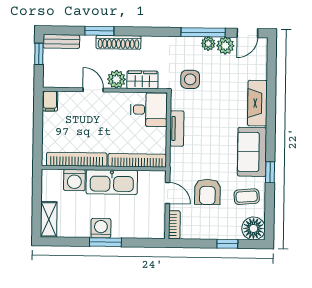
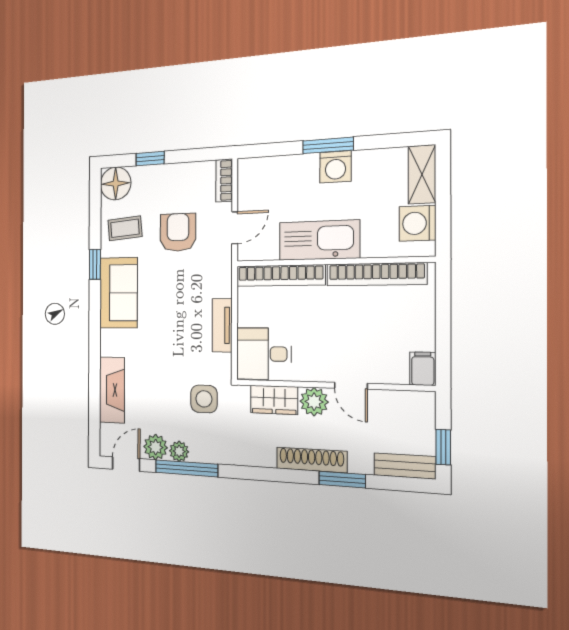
fireplace: (257, 103) -> (112, 390), moved
washing machine: (74, 180) -> (417, 223), moved, turned -90
door: (167, 193) -> (235, 228), swing flipped

